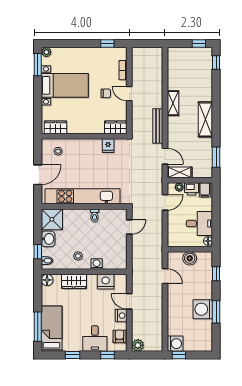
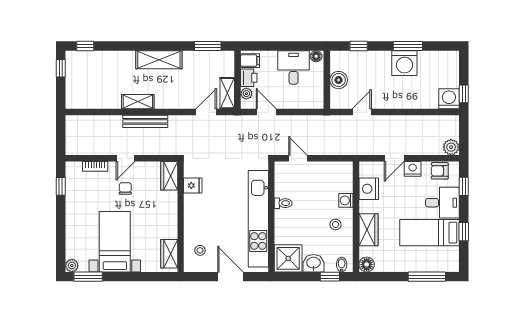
bench: (158, 126) -> (145, 121), moved
bed: (52, 329) -> (430, 233), moved

